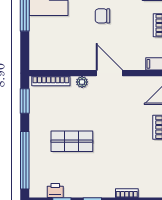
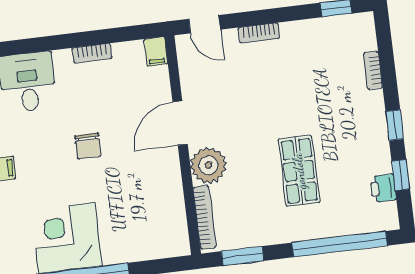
plant: (82, 82) -> (208, 165), width x1.88, depth x1.88

